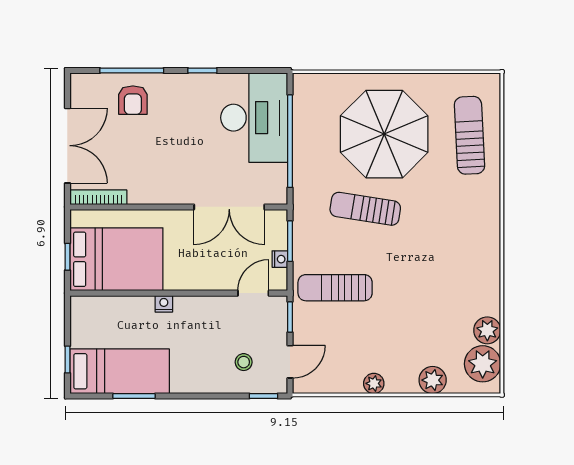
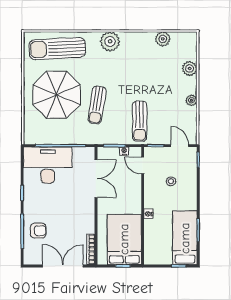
sun lounger: (469, 135) -> (57, 49), width x1.36, depth x1.34
stool: (244, 362) -> (171, 181), moved
plant: (483, 364) -> (110, 41), moved

